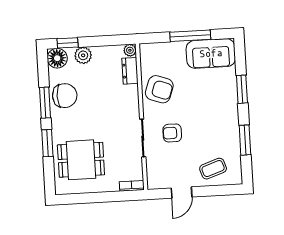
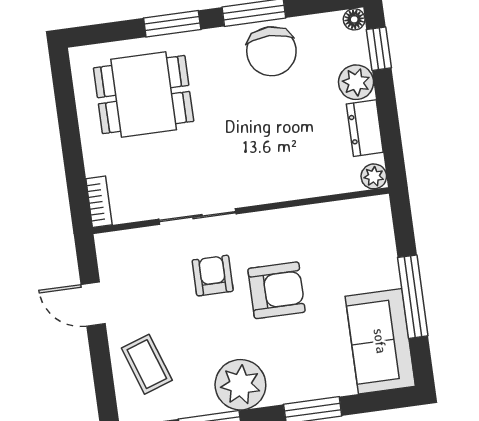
floor lamp: (57, 58) -> (354, 19), width x0.53, depth x0.53
dresser: (130, 71) -> (365, 128), moved, turned -90
armchair: (159, 89) -> (277, 290), moved, turned -110
plant: (227, 124) -> (240, 385), added
dining table: (81, 160) -> (144, 95), turned 90

